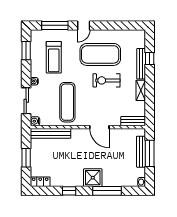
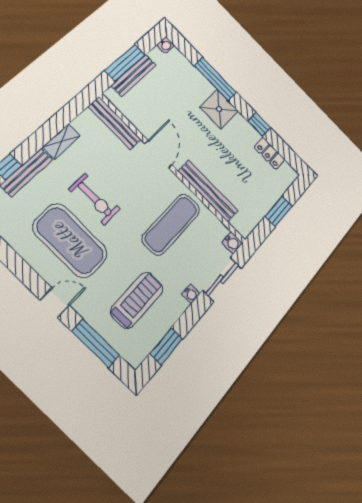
bench: (133, 121) -> (115, 123), width x1.36
bench: (51, 133) -> (208, 191), moved
locker: (40, 182) -> (270, 153), moved

